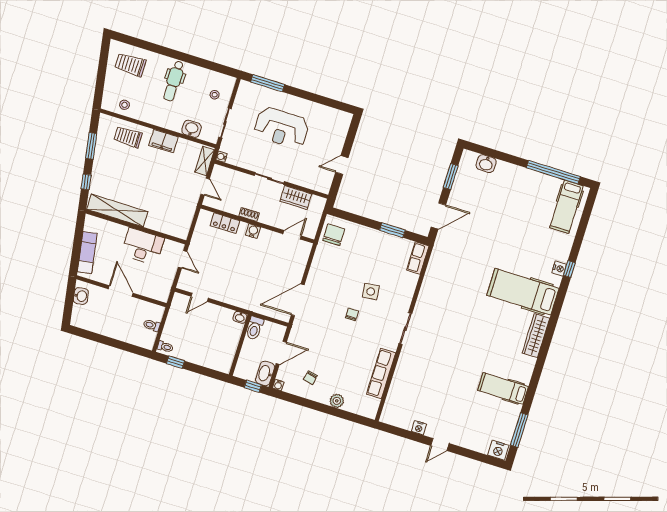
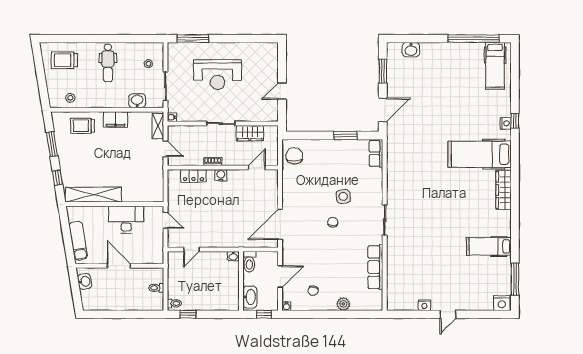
washbasin: (265, 373) -> (250, 297), moved, turned 180

